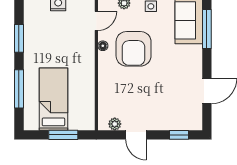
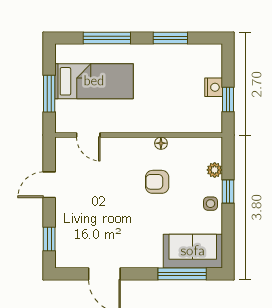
door: (96, 21) -> (88, 135), moved
armchair: (134, 49) -> (157, 182), width x0.53, depth x0.53
plant: (115, 124) -> (63, 158), removed

